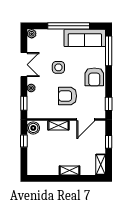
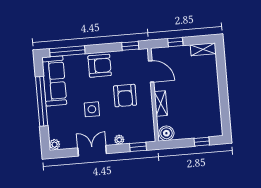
window: (24, 141) -> (202, 142), moved
shelving: (69, 170) -> (213, 86), removed

